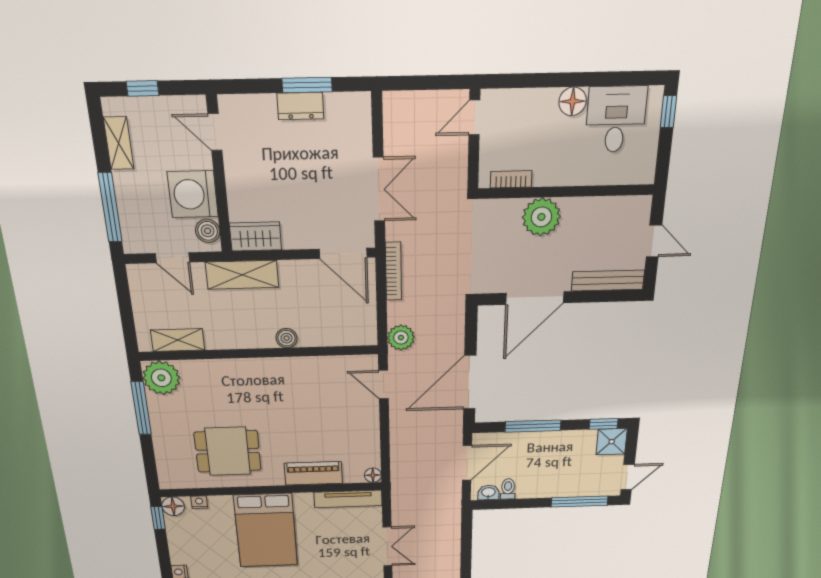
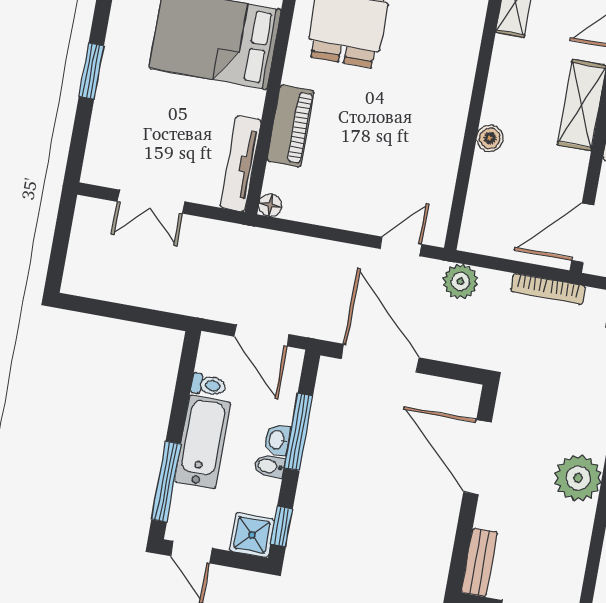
bench: (608, 281) -> (479, 562), width x0.73
bidet: (560, 440) -> (269, 466), added
bathtub: (549, 485) -> (203, 442), added
washbasin: (488, 493) -> (277, 440), moved, turned 180

